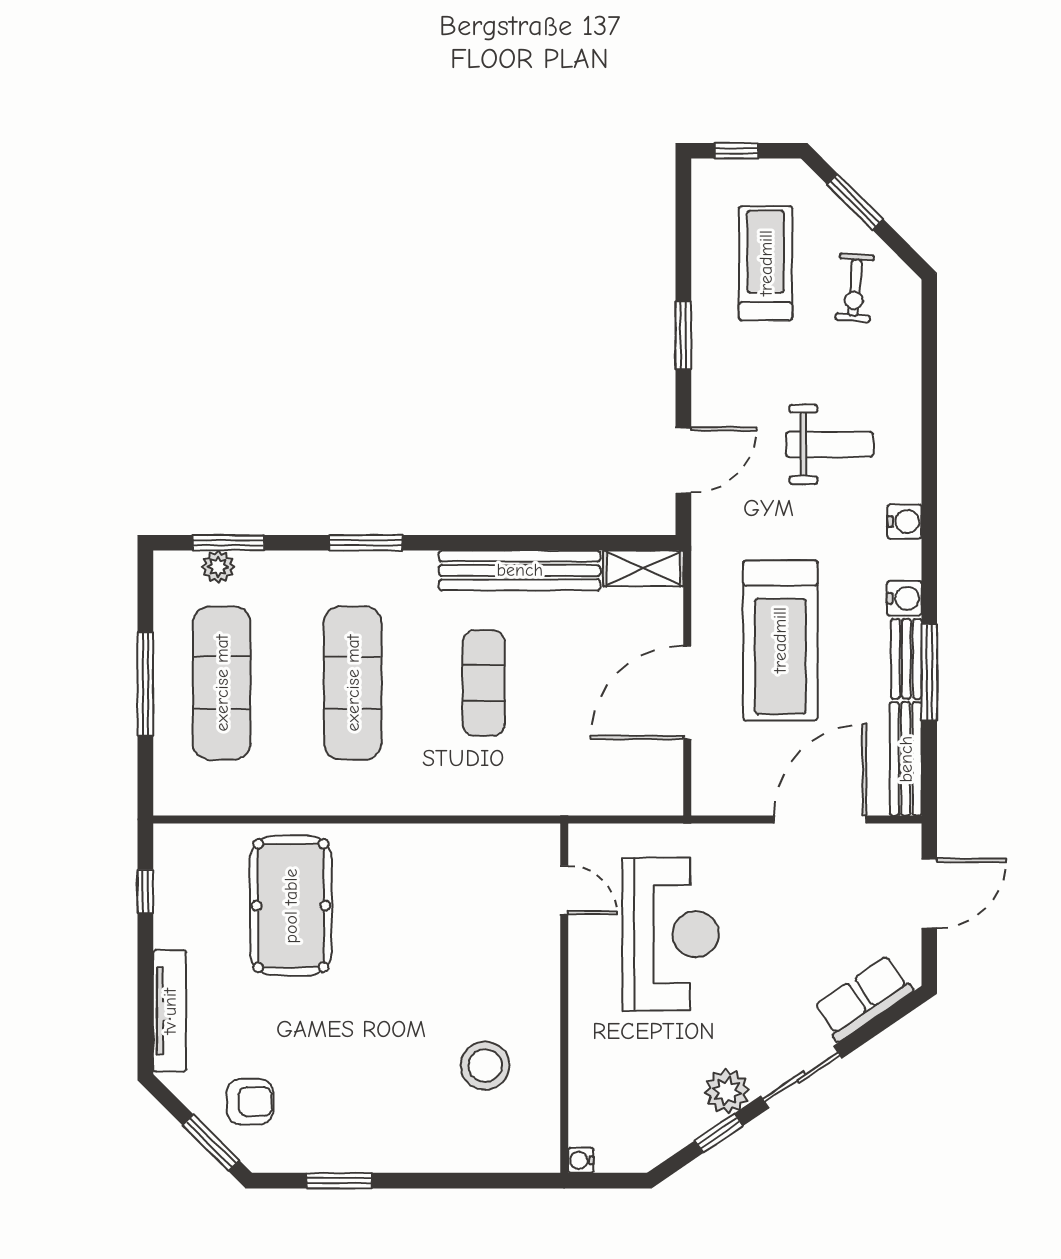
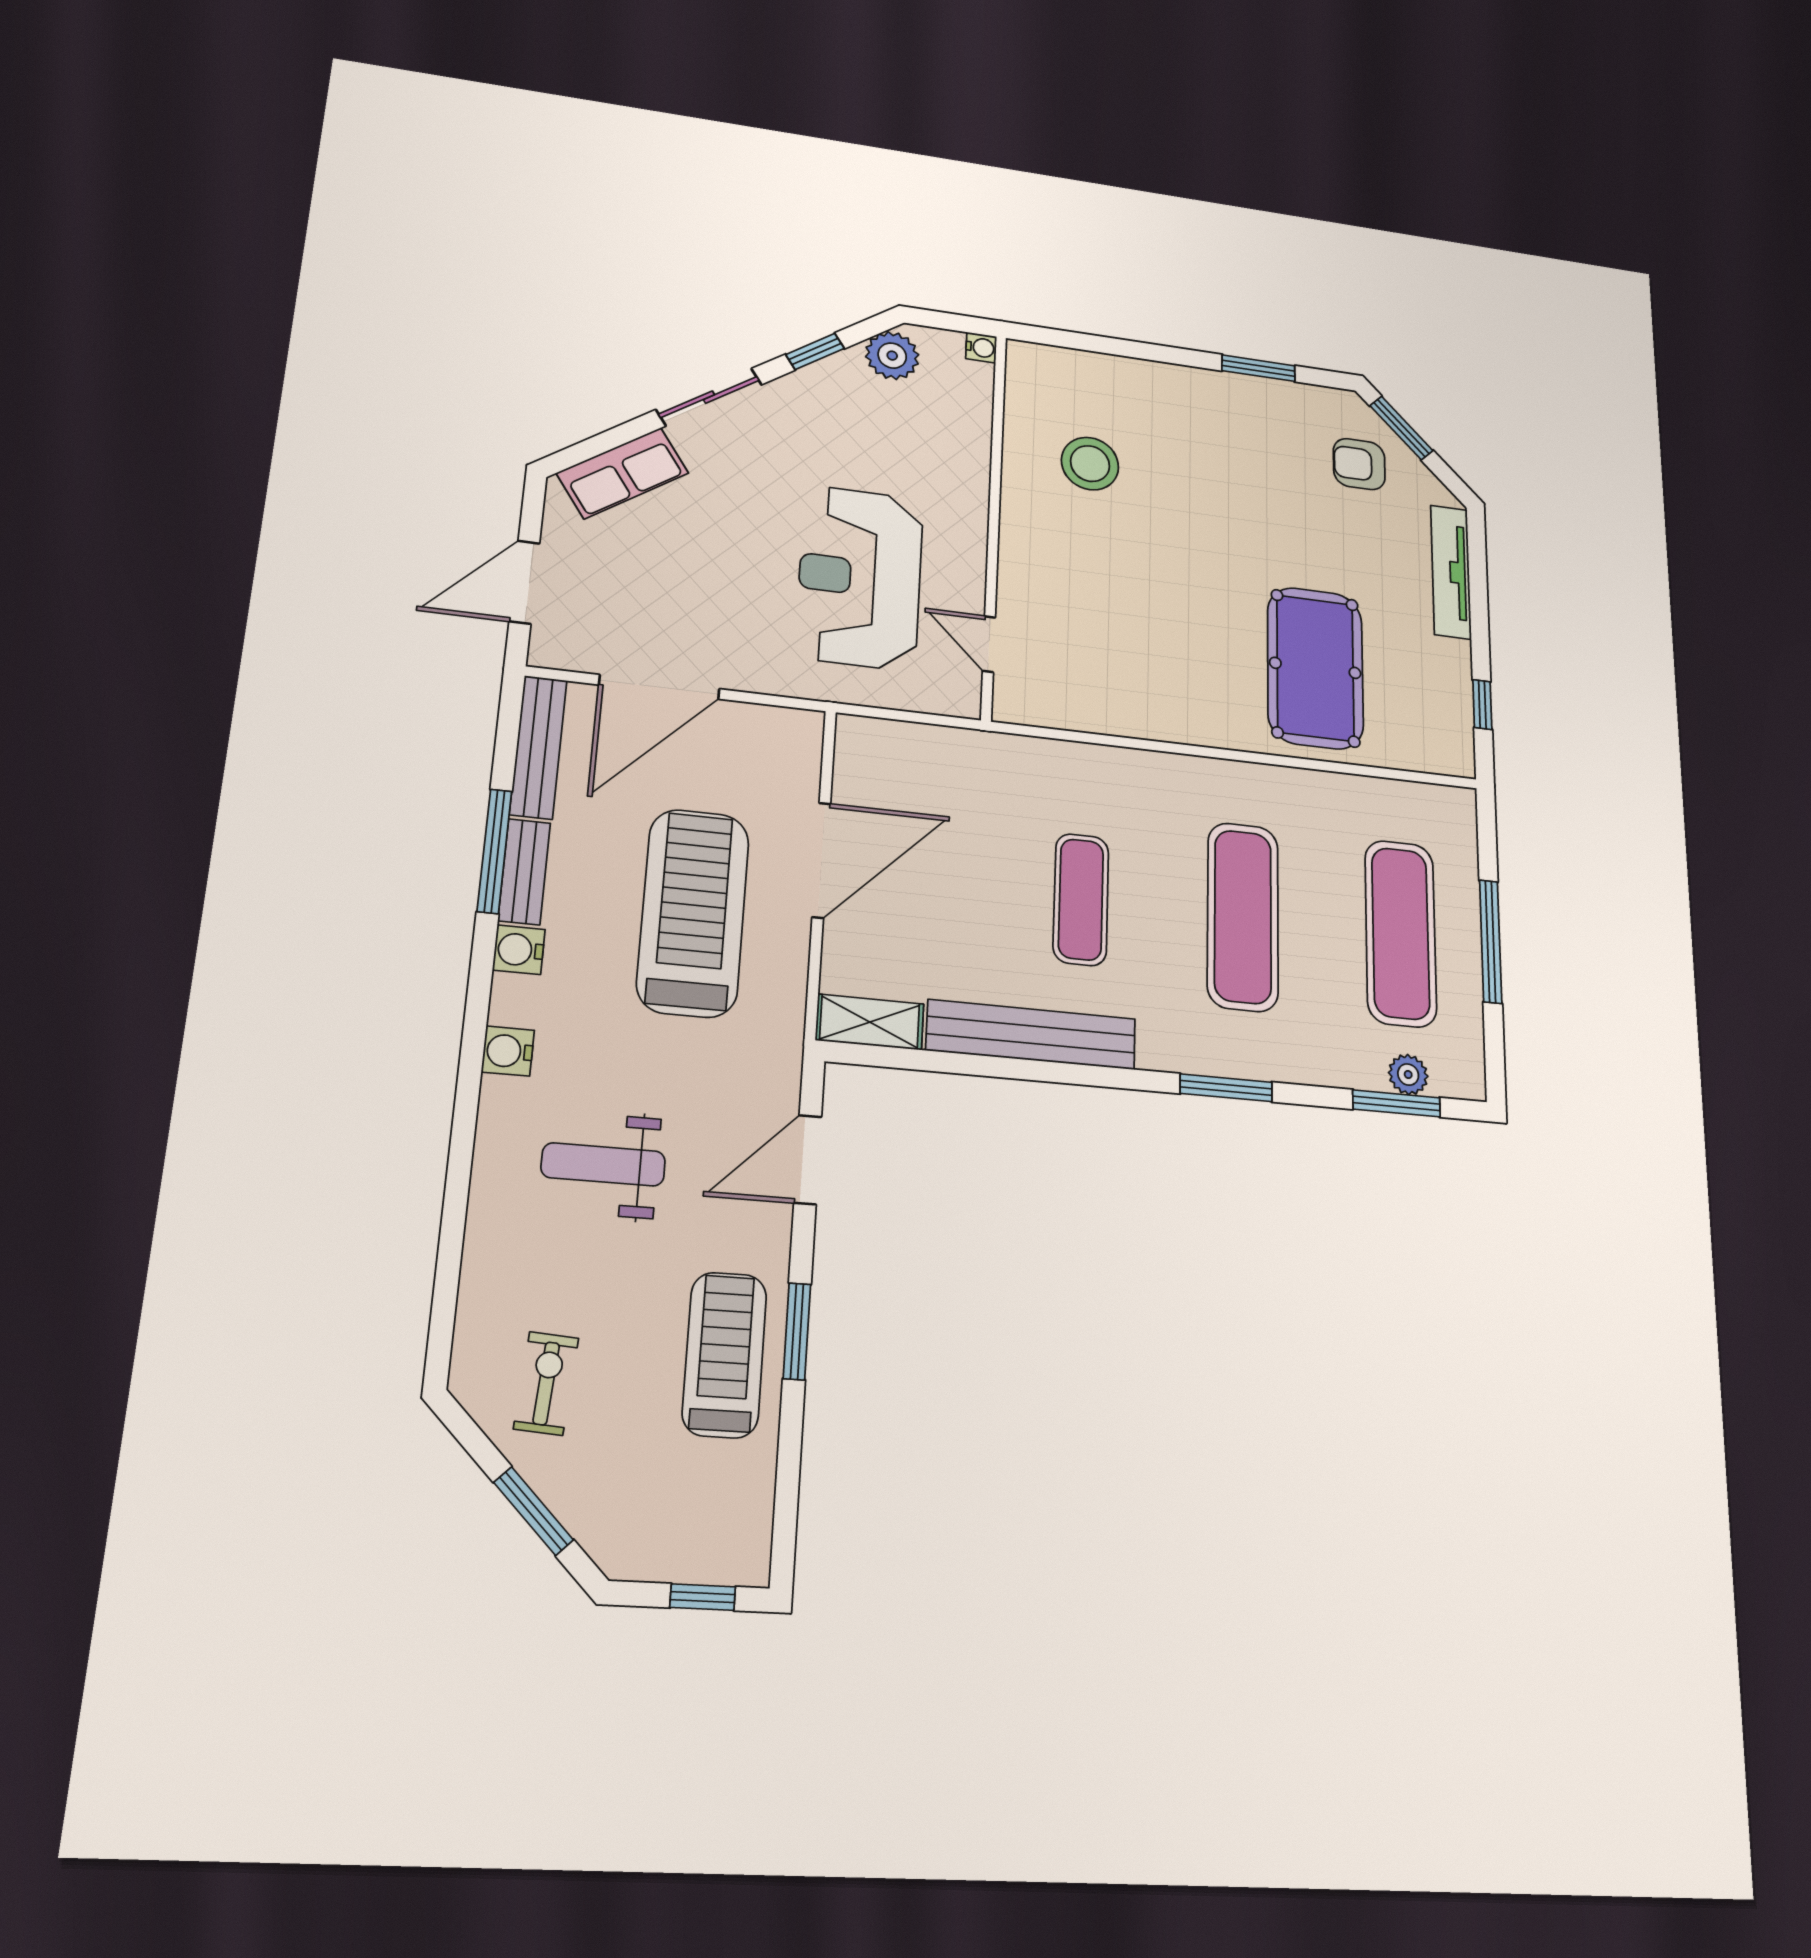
treadmill: (766, 263) -> (725, 1355), moved, turned 180
plant: (727, 1091) -> (892, 356), moved

